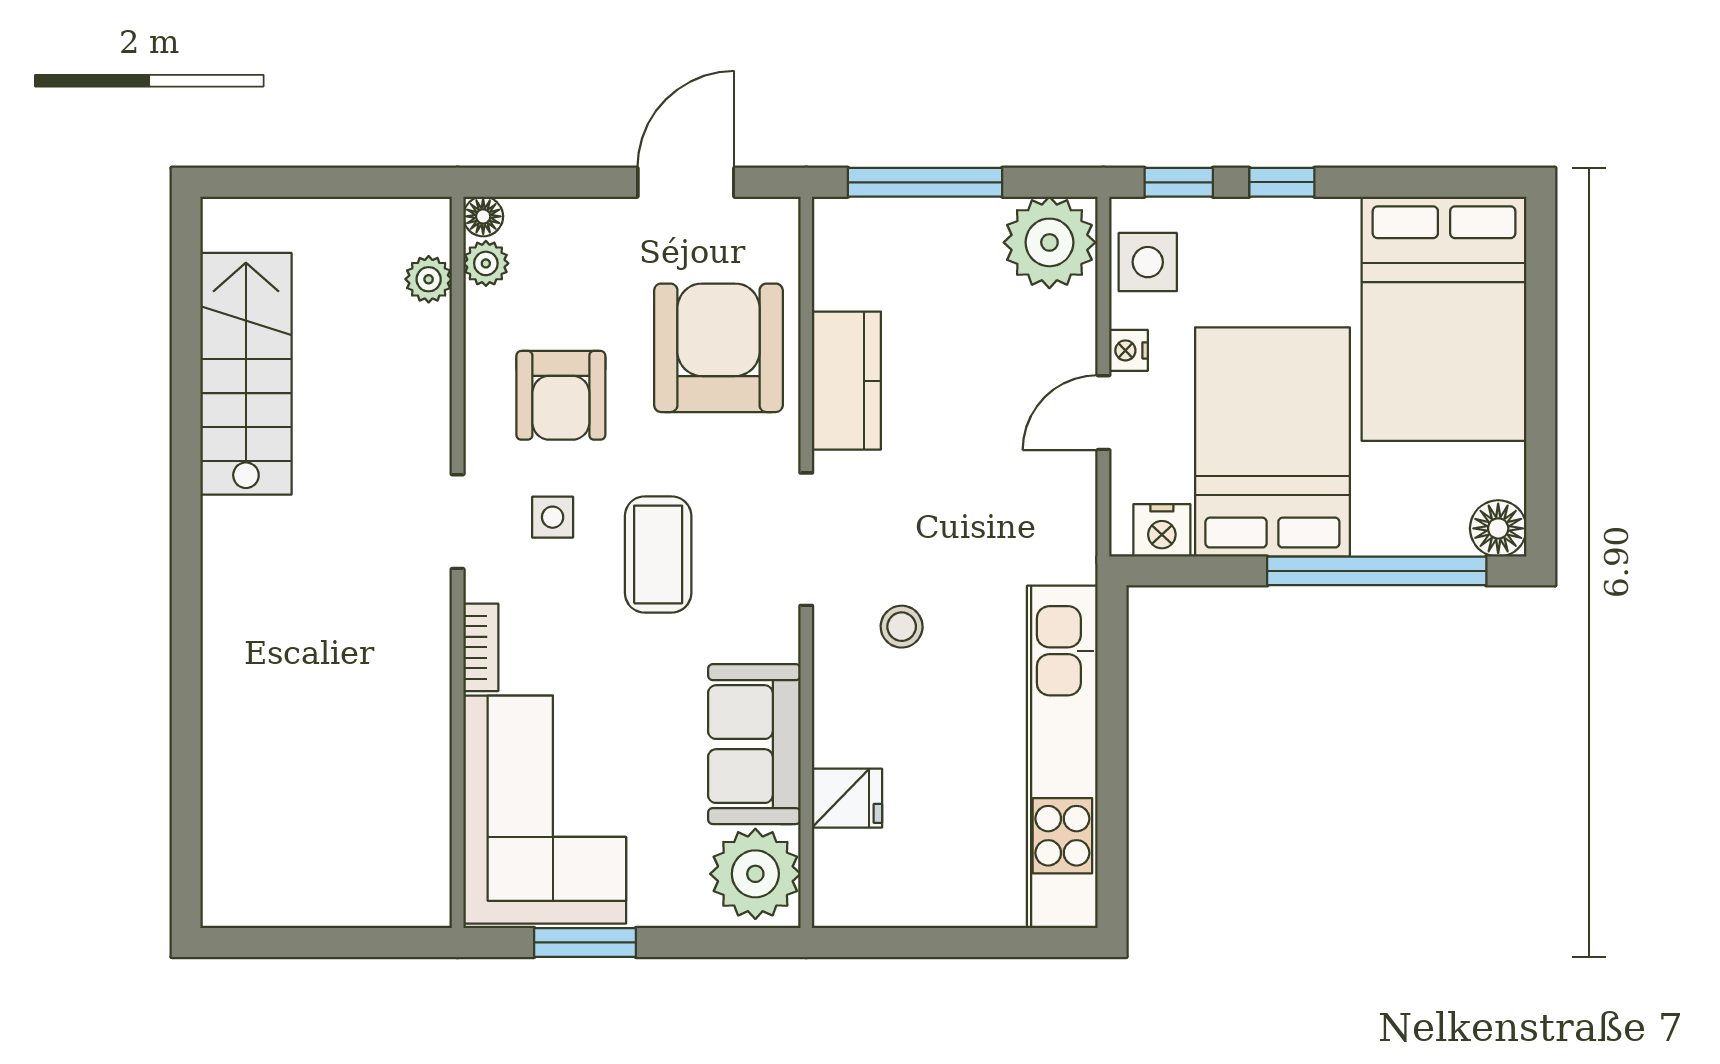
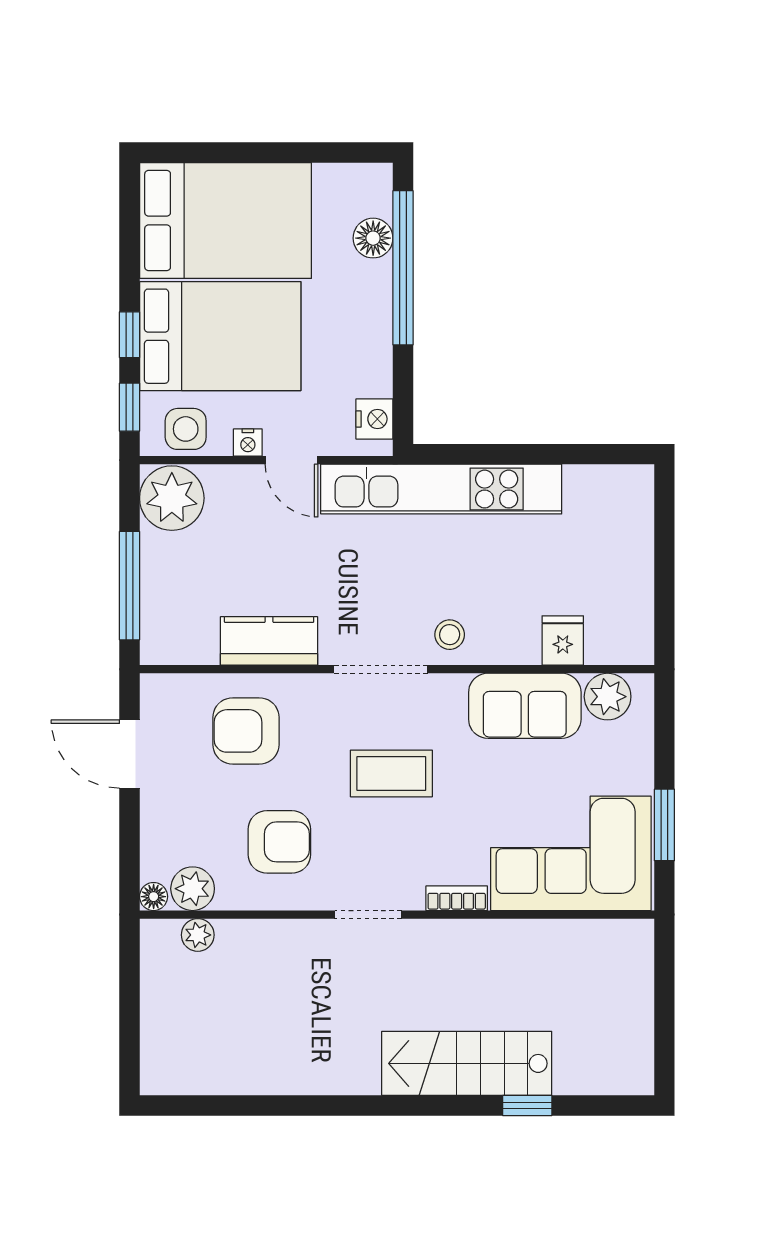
plant: (486, 263) -> (193, 889), width x1.38, depth x1.38
armchair: (718, 348) -> (246, 731), width x0.73, depth x0.73
stairs: (246, 374) -> (467, 1063), moved
bed: (1272, 442) -> (220, 336), moved, turned 180
side table: (553, 517) -> (365, 848), removed
floor lamp: (1498, 528) -> (373, 238), moved
stool: (902, 627) -> (450, 635), moved
window: (186, 748) -> (527, 1106), added
kitchen unit: (1062, 757) -> (441, 489), moved
plant: (755, 874) -> (608, 697), width x0.73, depth x0.73

